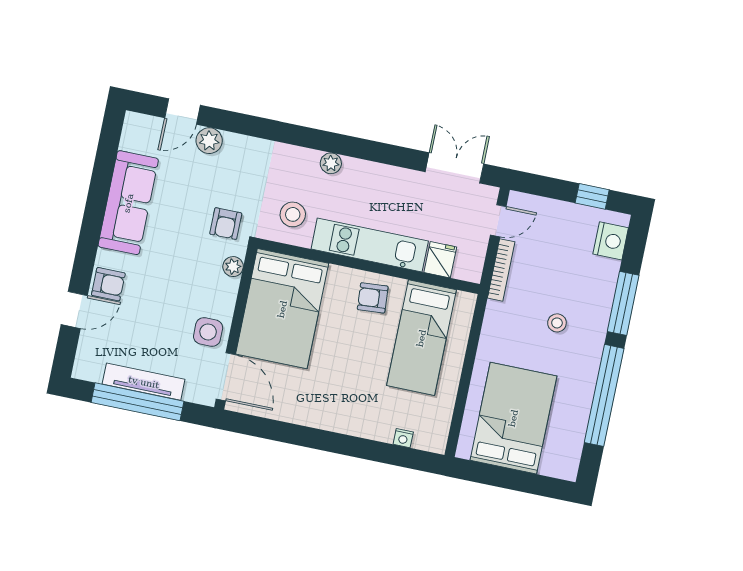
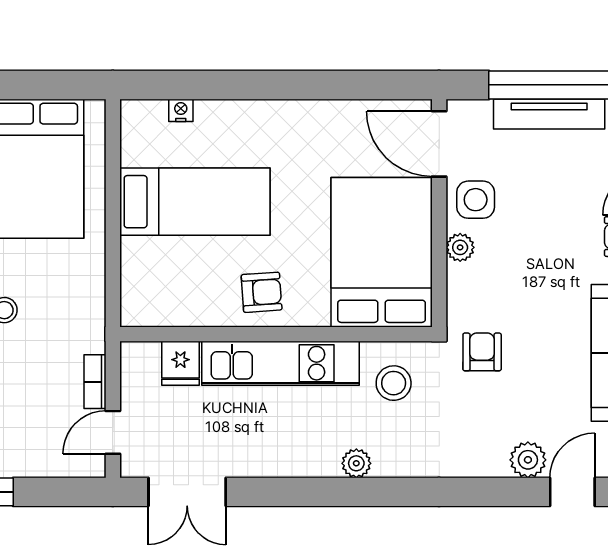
plant: (233, 267) -> (460, 247), moved
bookcase: (501, 270) -> (95, 382), width x0.64
bed: (421, 338) -> (195, 202), moved, turned 90

